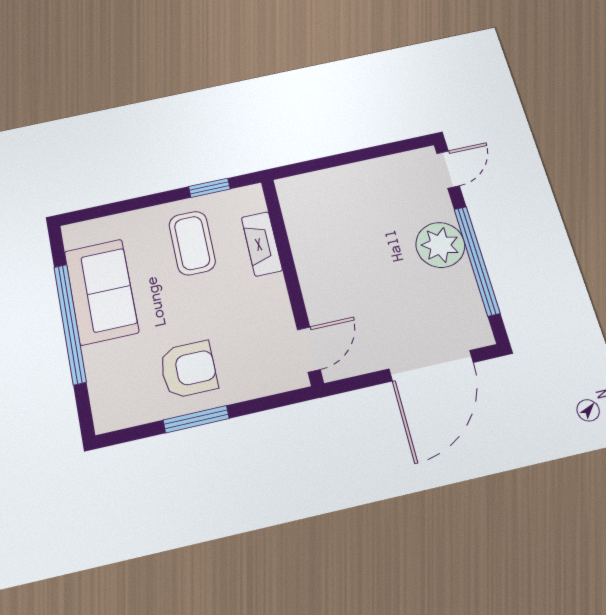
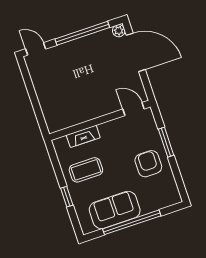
window: (209, 188) -> (67, 197), moved
plant: (440, 245) -> (119, 31), moved, width x0.53, depth x0.53
window: (196, 419) -> (166, 142), moved

